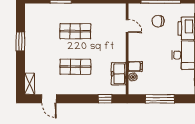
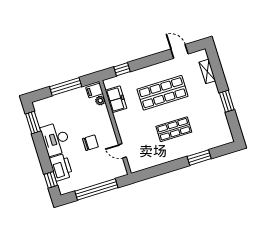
chair: (158, 21) -> (90, 143), moved
filing cabinet: (135, 66) -> (94, 91), moved
shop shelf: (75, 67) -> (163, 93), width x1.43, depth x1.36
shelving: (30, 84) -> (207, 71), moved

